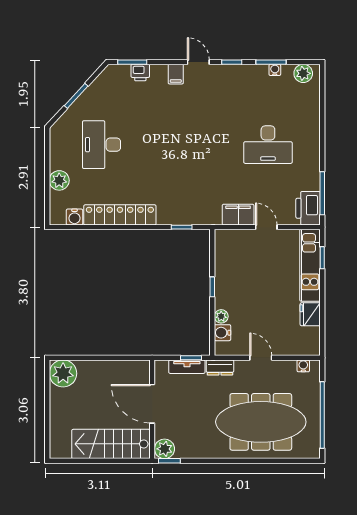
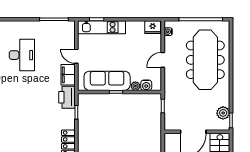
printer: (308, 208) -> (67, 97), moved, turned 90
door: (266, 227) -> (76, 56), hinge flipped
sofa: (229, 273) -> (107, 81), added
fridge: (310, 314) -> (153, 27), moved
tv unit: (187, 367) -> (169, 109), removed
dresser: (220, 367) -> (169, 87), removed
plant: (164, 449) -> (223, 113), moved

